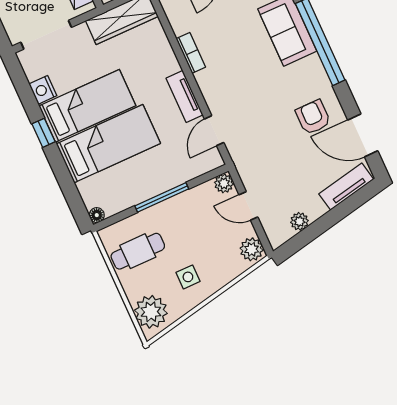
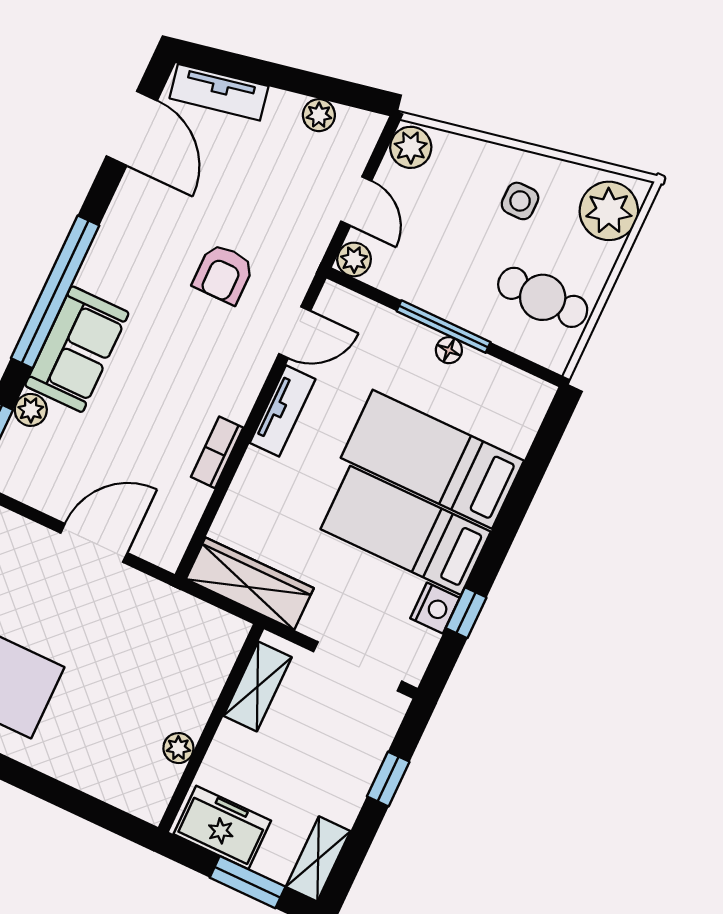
armchair: (313, 117) -> (223, 274), moved
window: (44, 133) -> (466, 613), moved
floor lamp: (97, 215) -> (449, 350), moved

